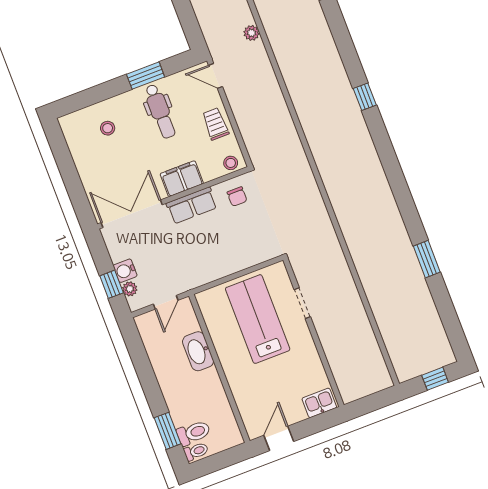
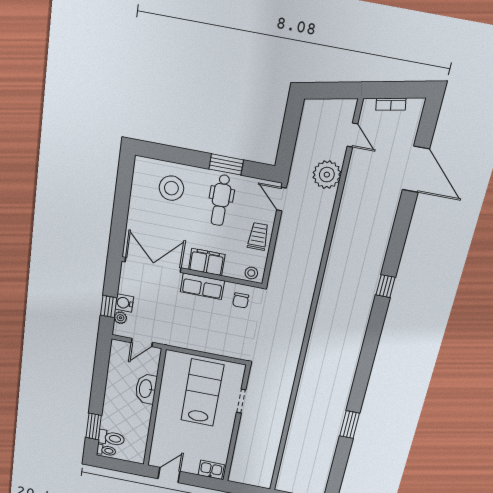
plant: (252, 33) -> (327, 175), width x1.88, depth x1.88
stool: (108, 128) -> (171, 188), width x1.89, depth x1.89

